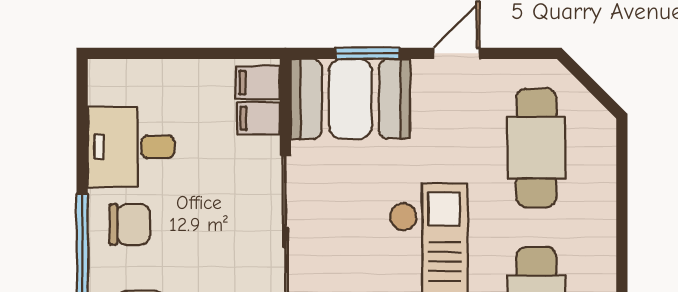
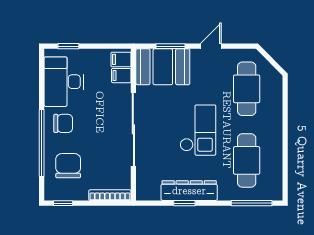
window: (141, 53) -> (68, 46), added
desk: (131, 147) -> (64, 82), width x1.37

